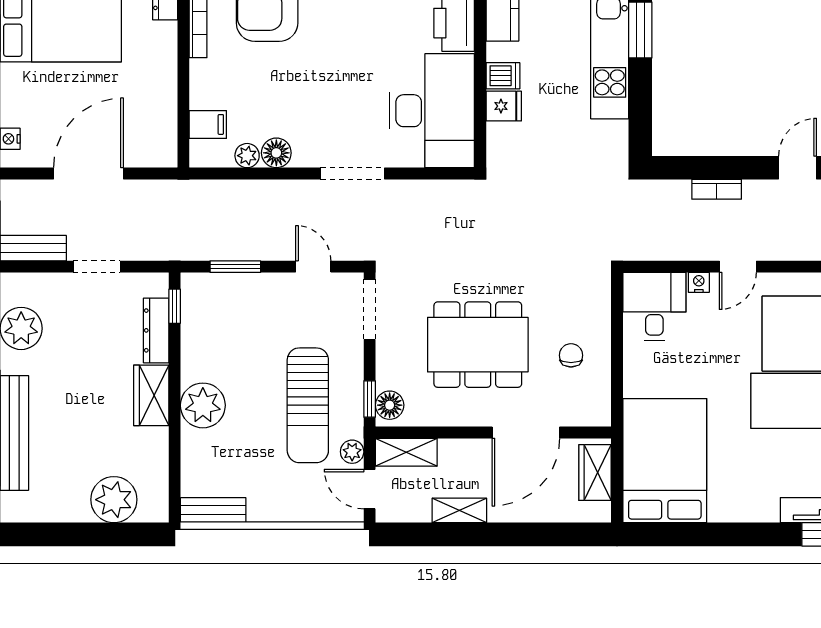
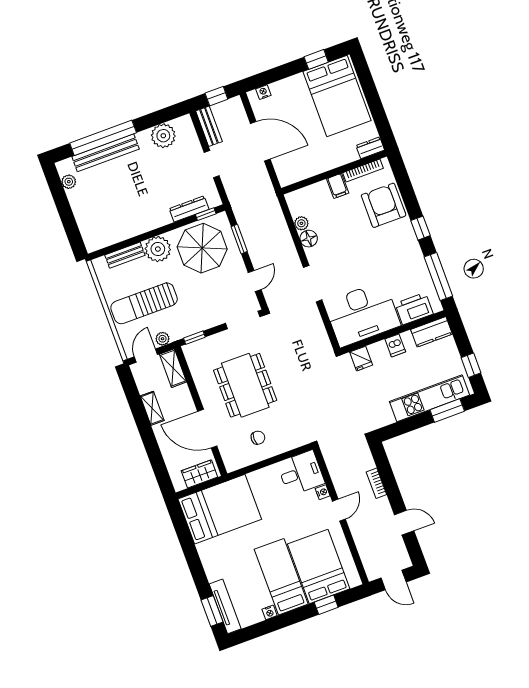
fridge: (504, 106) -> (361, 359), moved
filing cabinet: (208, 124) -> (338, 186), moved
door: (738, 267) -> (339, 510), swing flipped
parasol: (228, 332) -> (202, 248), added
wardrobe: (151, 395) -> (153, 219), removed
sun lounger: (308, 405) -> (144, 303), moved
floor lamp: (390, 405) -> (195, 350), removed
plant: (114, 500) -> (69, 182), moved, width x0.53, depth x0.53
bench: (213, 510) -> (125, 255), moved, turned 90

